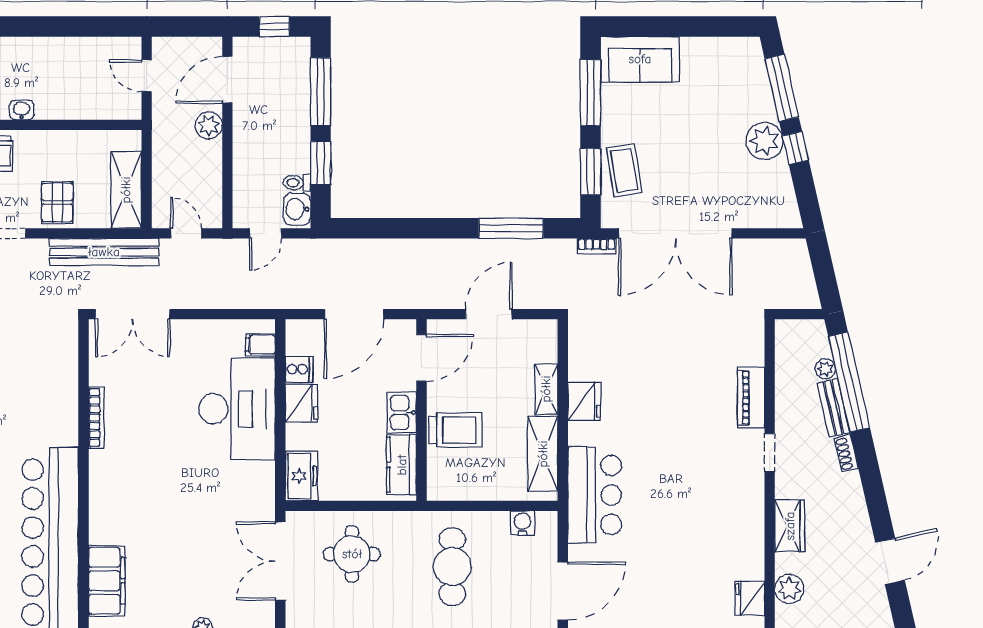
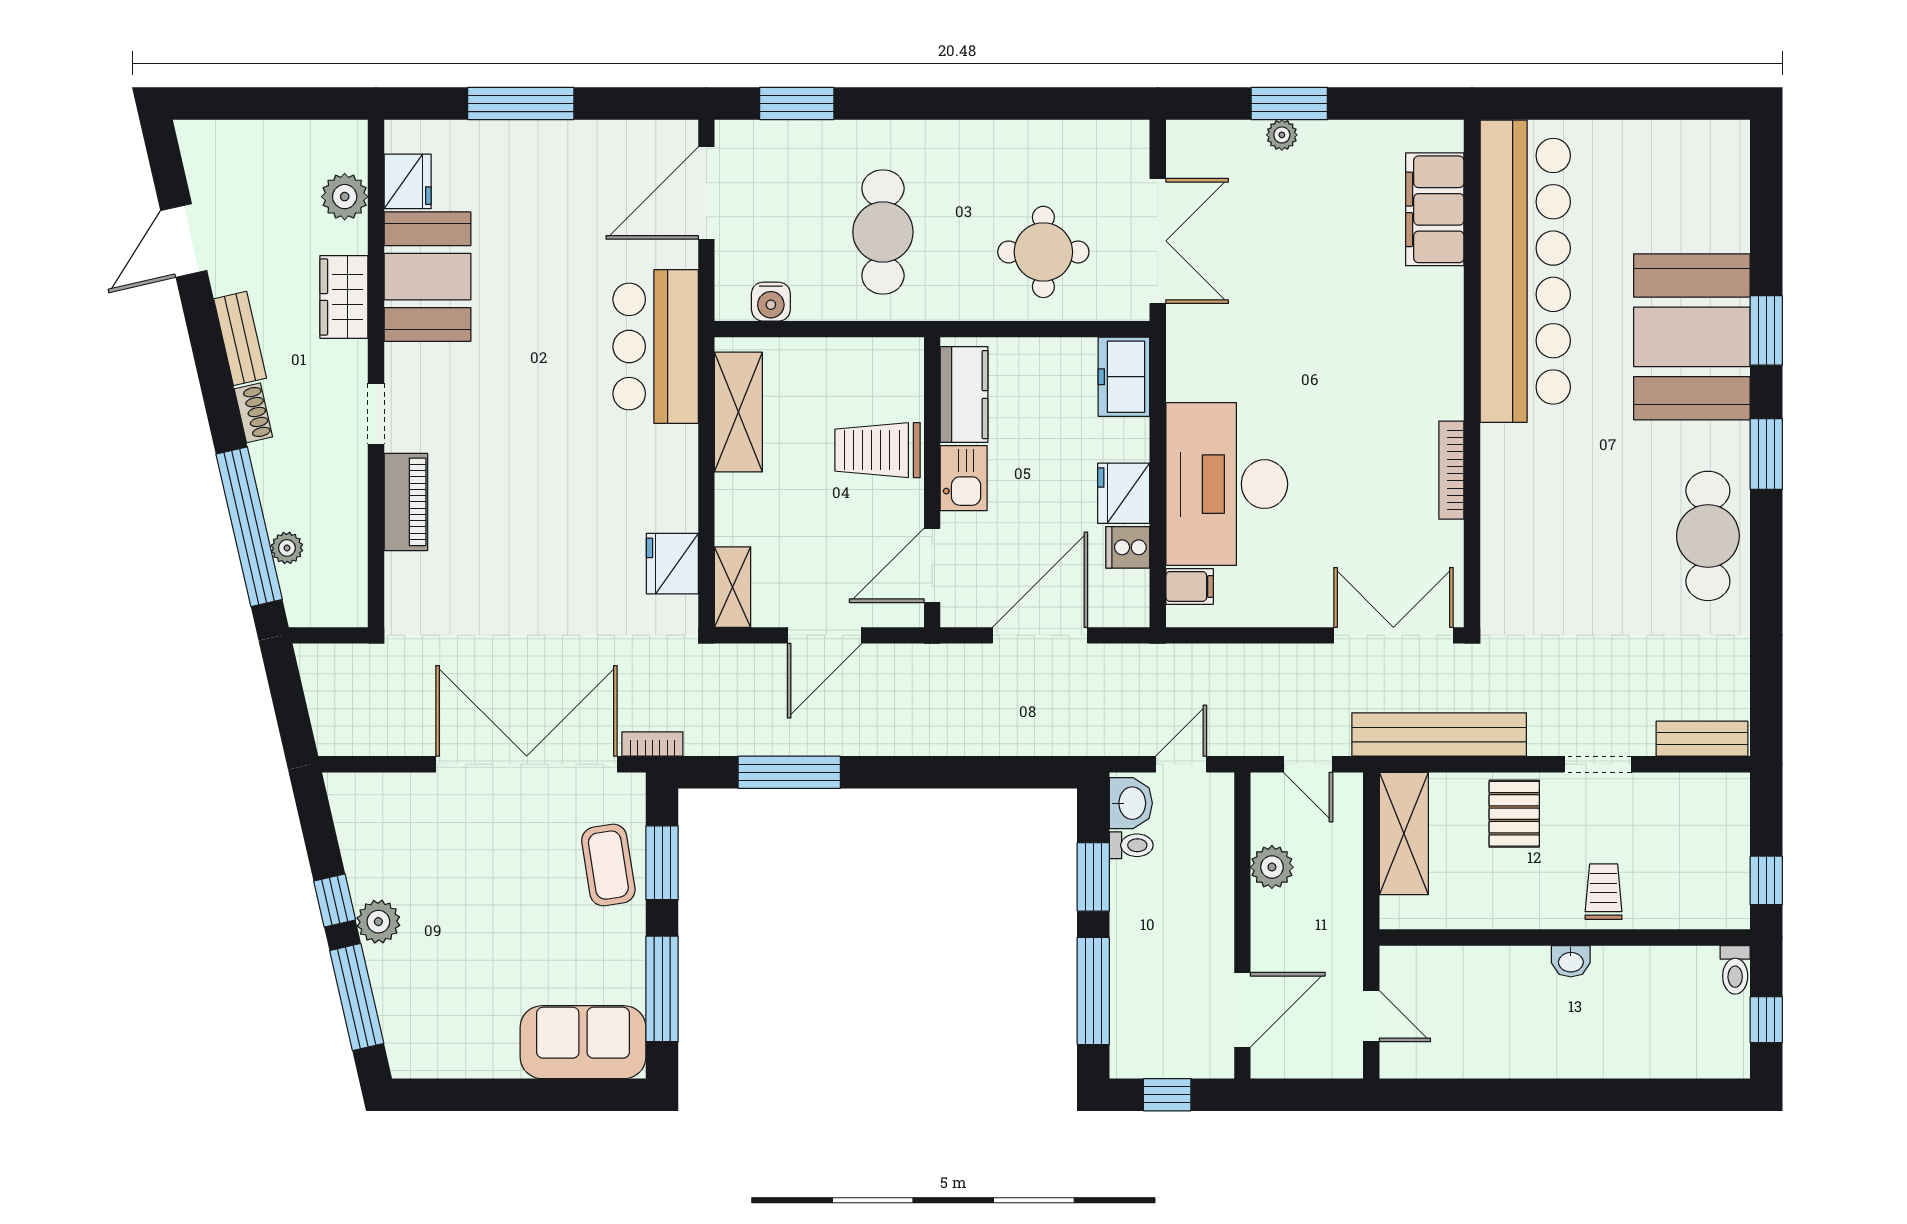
plant: (209, 125) -> (1272, 867), moved
plant: (764, 141) -> (378, 922), width x0.73, depth x0.73
shelving: (546, 389) -> (733, 587), moved
fridge: (584, 401) -> (672, 564), moved
bench: (834, 408) -> (240, 338), moved
booth: (737, 539) -> (427, 277), added

